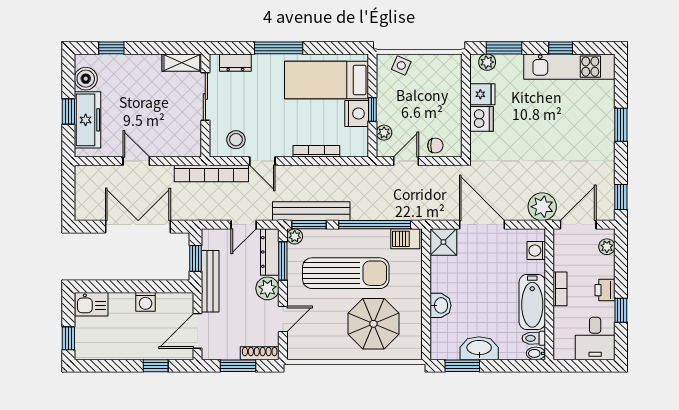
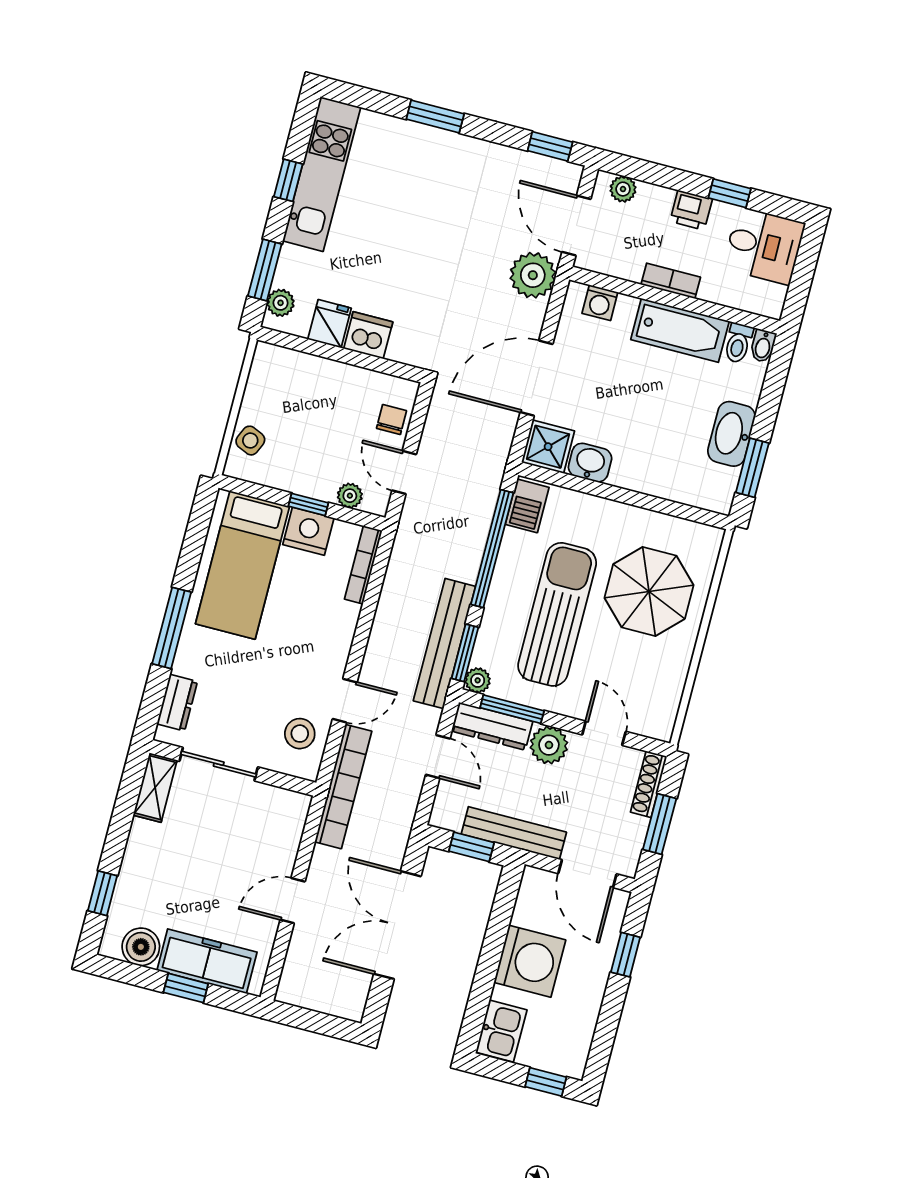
bookcase: (316, 151) -> (363, 565), moved
washing machine: (146, 302) -> (530, 961), width x1.89, depth x1.89
washbasin: (440, 305) -> (590, 463), moved

